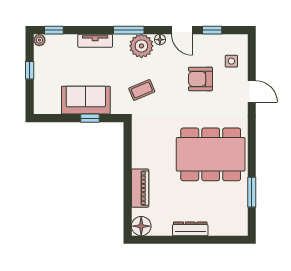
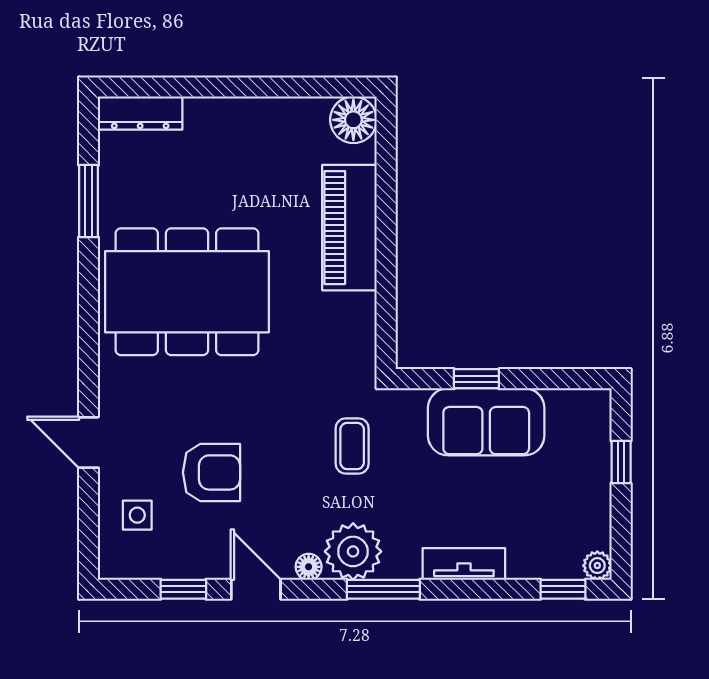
window: (30, 70) -> (621, 462), moved
coffee table: (142, 90) -> (352, 446), turned -67
piano: (140, 188) -> (349, 228), width x1.37, depth x1.33
dresser: (190, 229) -> (140, 113), moved

